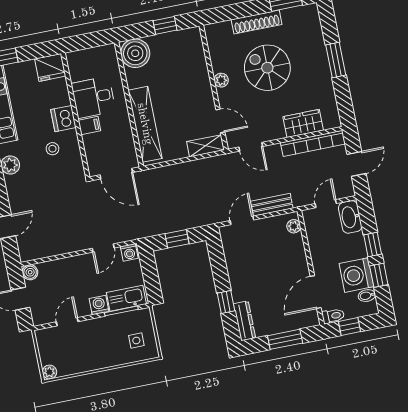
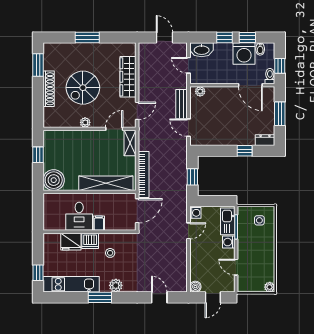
fridge: (50, 67) -> (71, 242), moved, turned 90
wardrobe: (303, 123) -> (128, 77), width x1.50
bookcase: (313, 143) -> (144, 174), moved
door: (103, 248) -> (188, 231), hinge flipped
dresser: (245, 321) -> (265, 140), width x0.70

